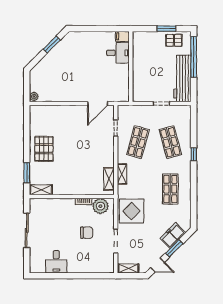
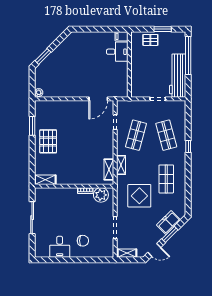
pallet: (174, 40) -> (150, 40), moved
window: (52, 45) -> (43, 56), moved
window: (27, 173) -> (32, 126), moved
display table: (132, 211) -> (139, 196), moved
chair: (87, 233) -> (83, 241), moved

